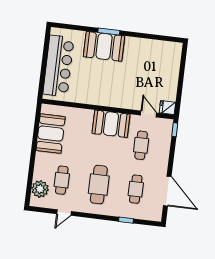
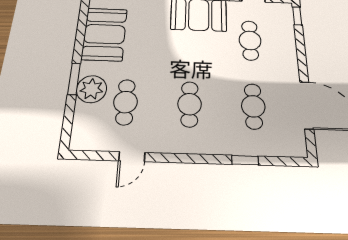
window: (32, 163) -> (74, 79), added
cafe table: (99, 185) -> (190, 104), width x0.73, depth x0.74
plant: (40, 189) -> (91, 89), moved

